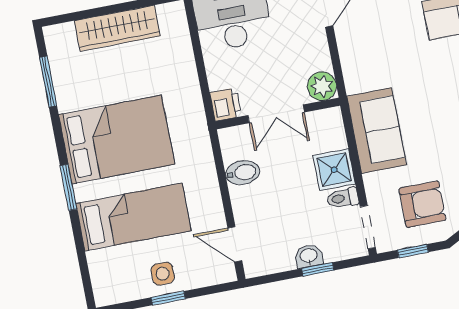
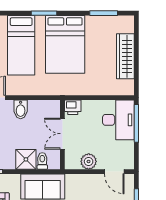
plant: (322, 86) -> (89, 161), moved
bidet: (243, 173) -> (21, 109), moved
toilet: (343, 198) -> (42, 161), moved

